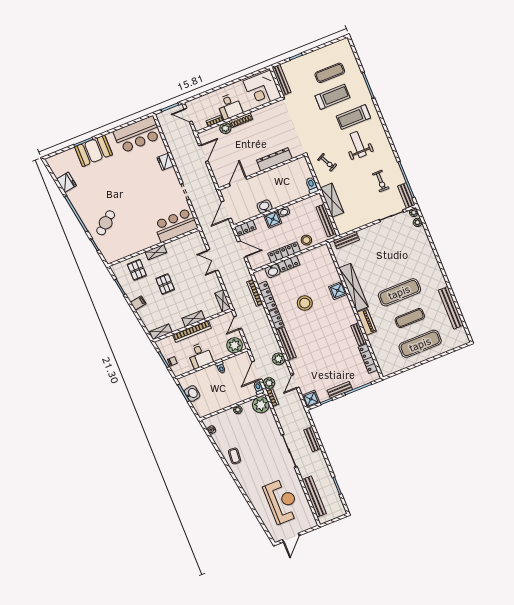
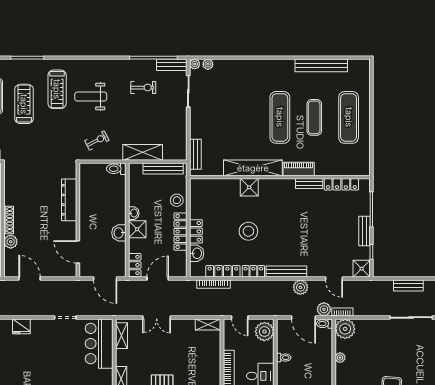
shelving: (193, 319) -> (121, 336), moved

